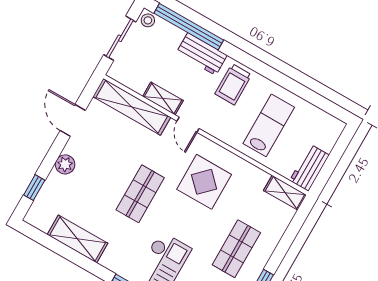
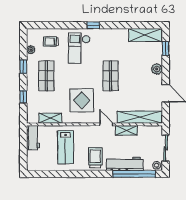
workbench: (202, 54) -> (125, 164), width x1.38
shelving: (285, 193) -> (50, 118), moved
window: (289, 237) -> (23, 97), added
shelving: (77, 239) -> (145, 35), moved

